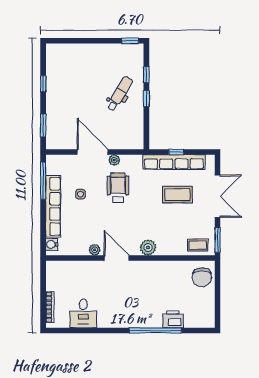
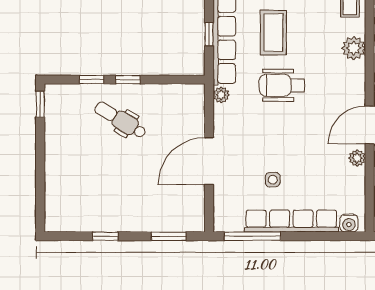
plant: (114, 160) -> (221, 95), moved
wheelchair: (118, 188) -> (282, 85), moved
plant: (148, 248) -> (354, 48), moved

